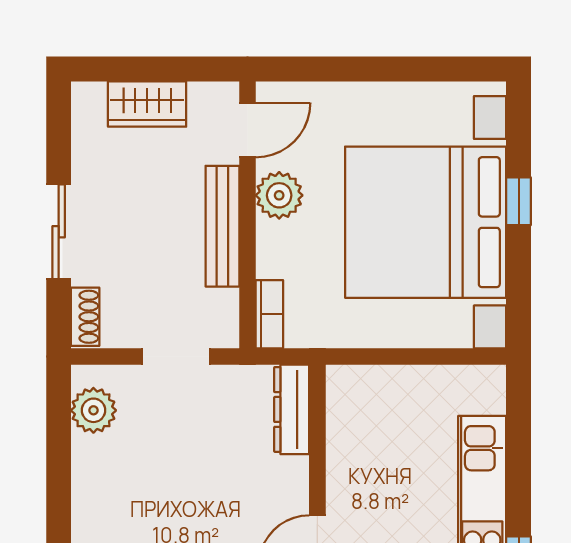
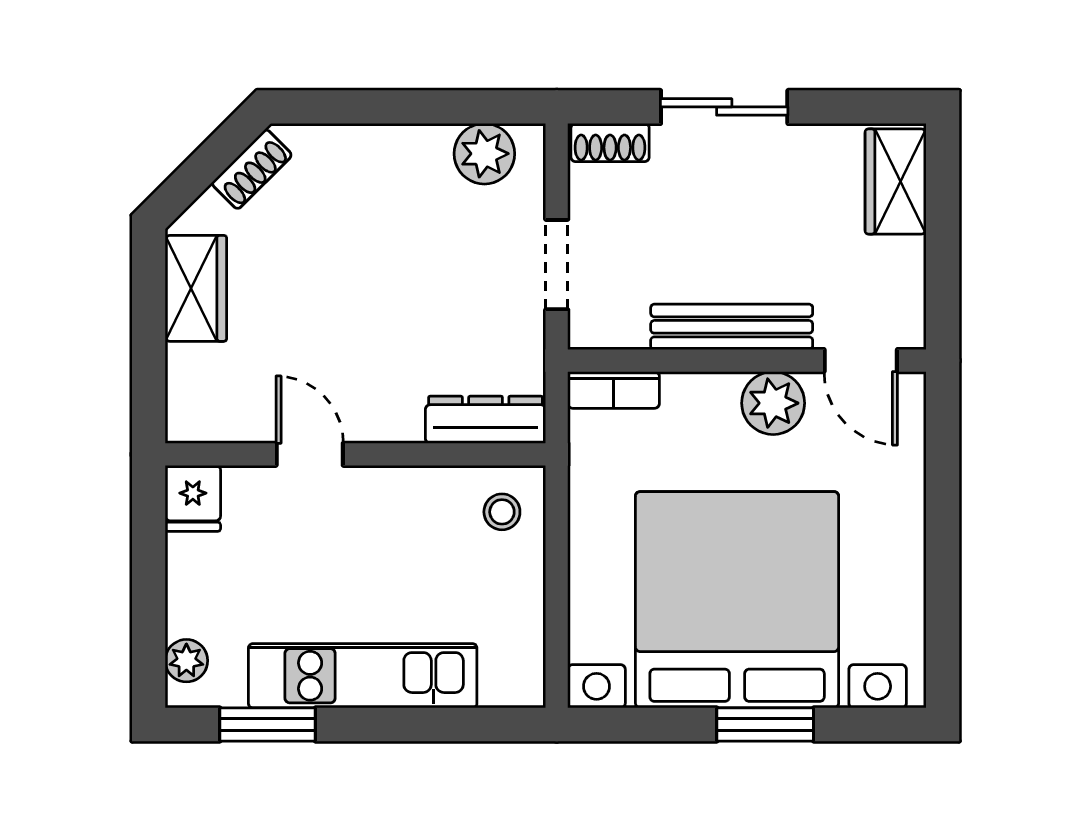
wardrobe: (147, 104) -> (896, 182), moved
window: (519, 201) -> (765, 725), width x1.50
stool: (360, 397) -> (502, 512), added

